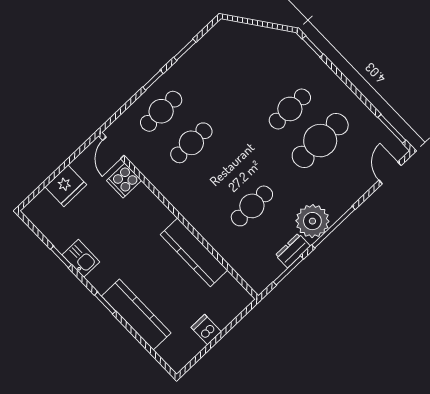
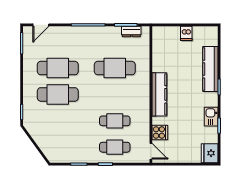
cafe table: (290, 109) -> (58, 94), width x1.37, depth x1.35
door: (113, 148) -> (151, 151), hinge flipped
fridge: (66, 186) -> (210, 153), moved, turned -90
cafe table: (252, 206) -> (115, 68), width x1.37, depth x1.35
plant: (312, 221) -> (95, 36), removed
dresser: (293, 251) -> (131, 31), moved
kitchen counter: (194, 252) -> (159, 94), moved

